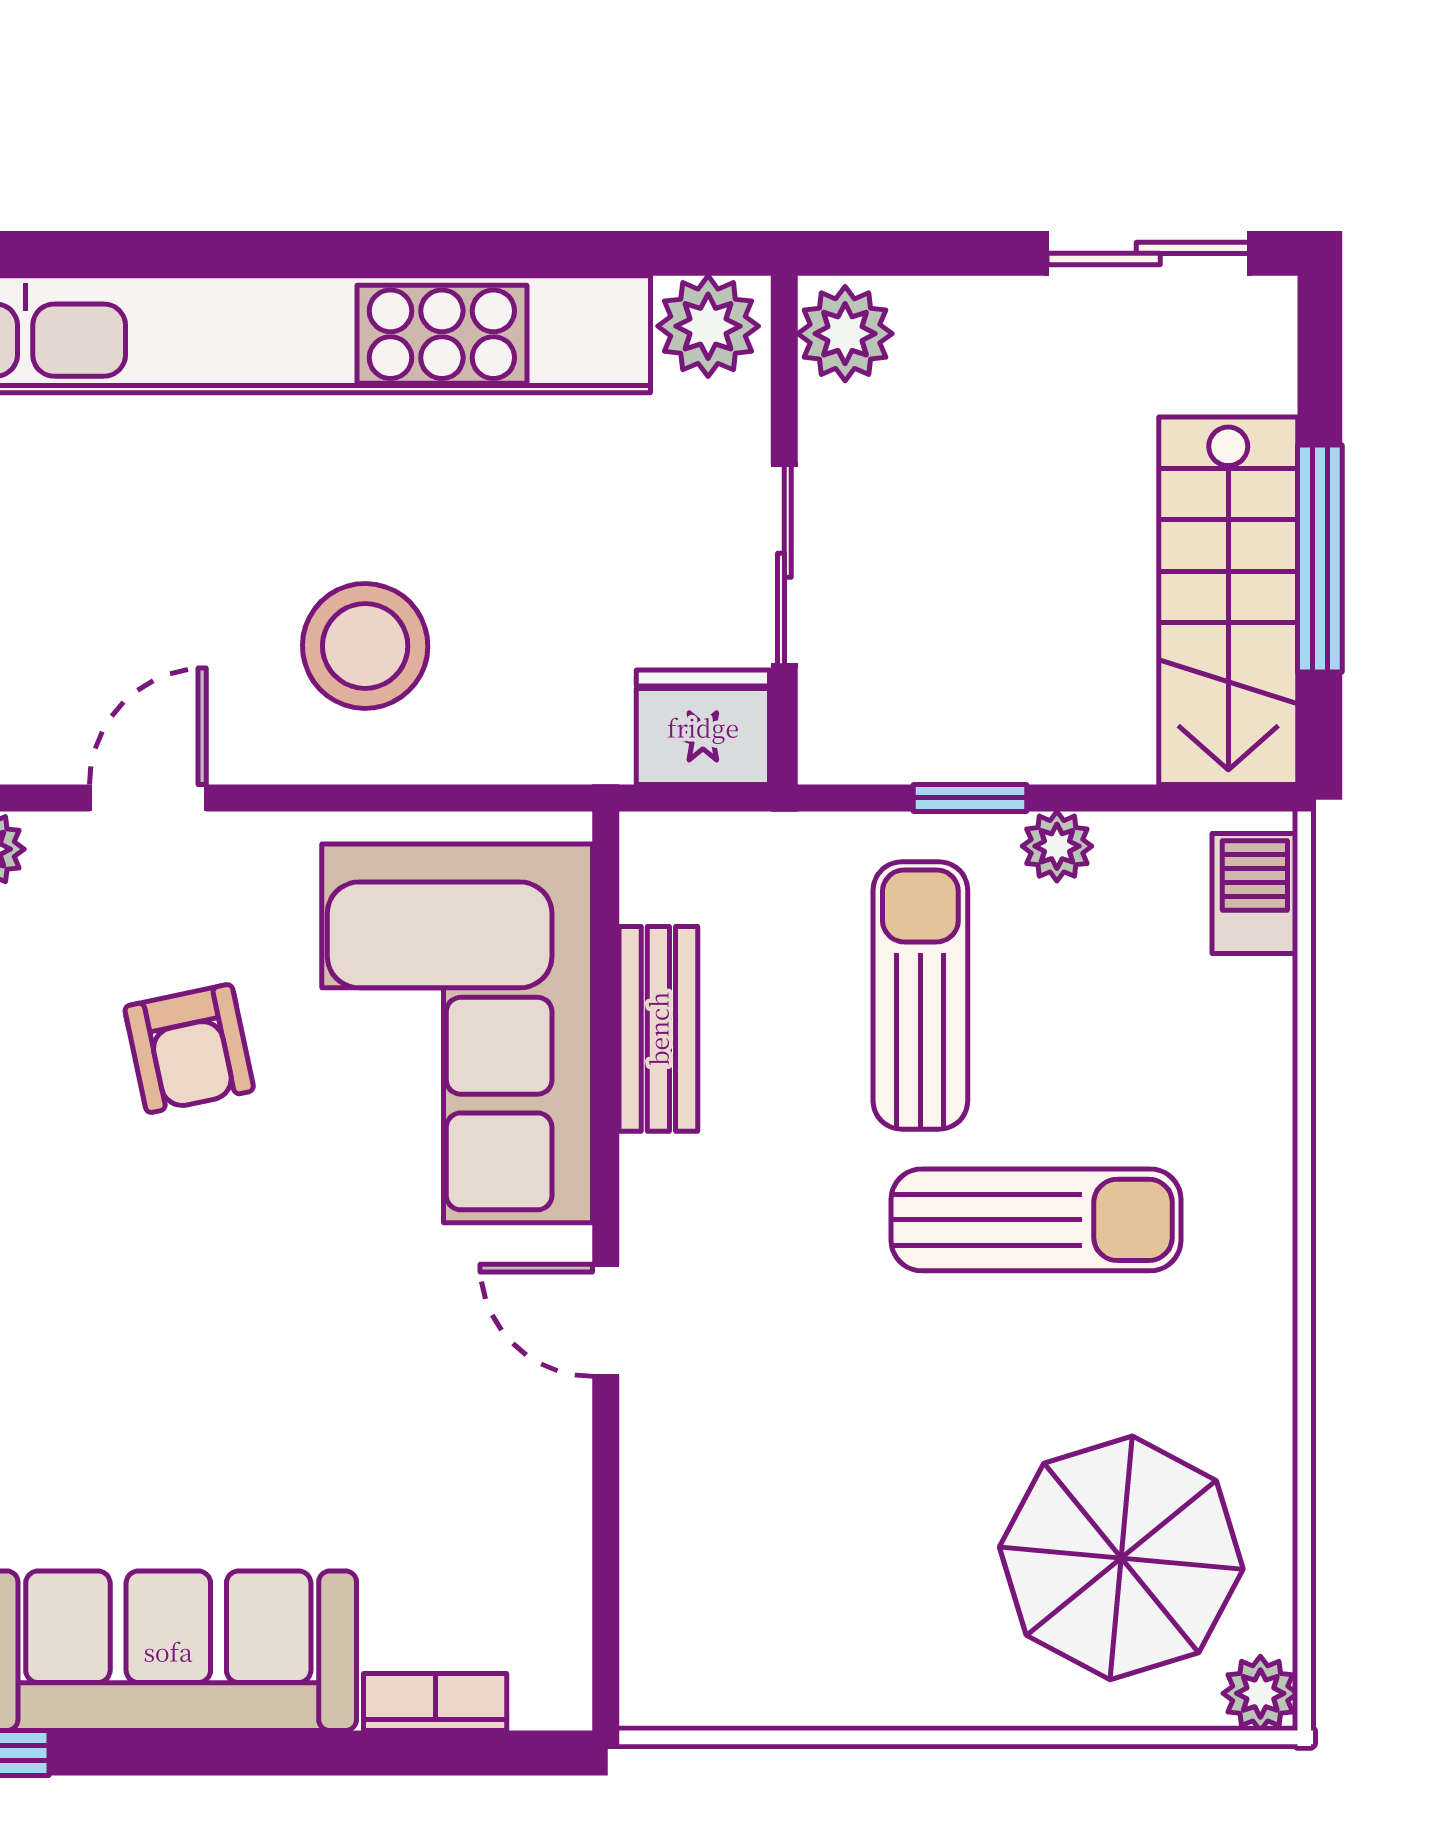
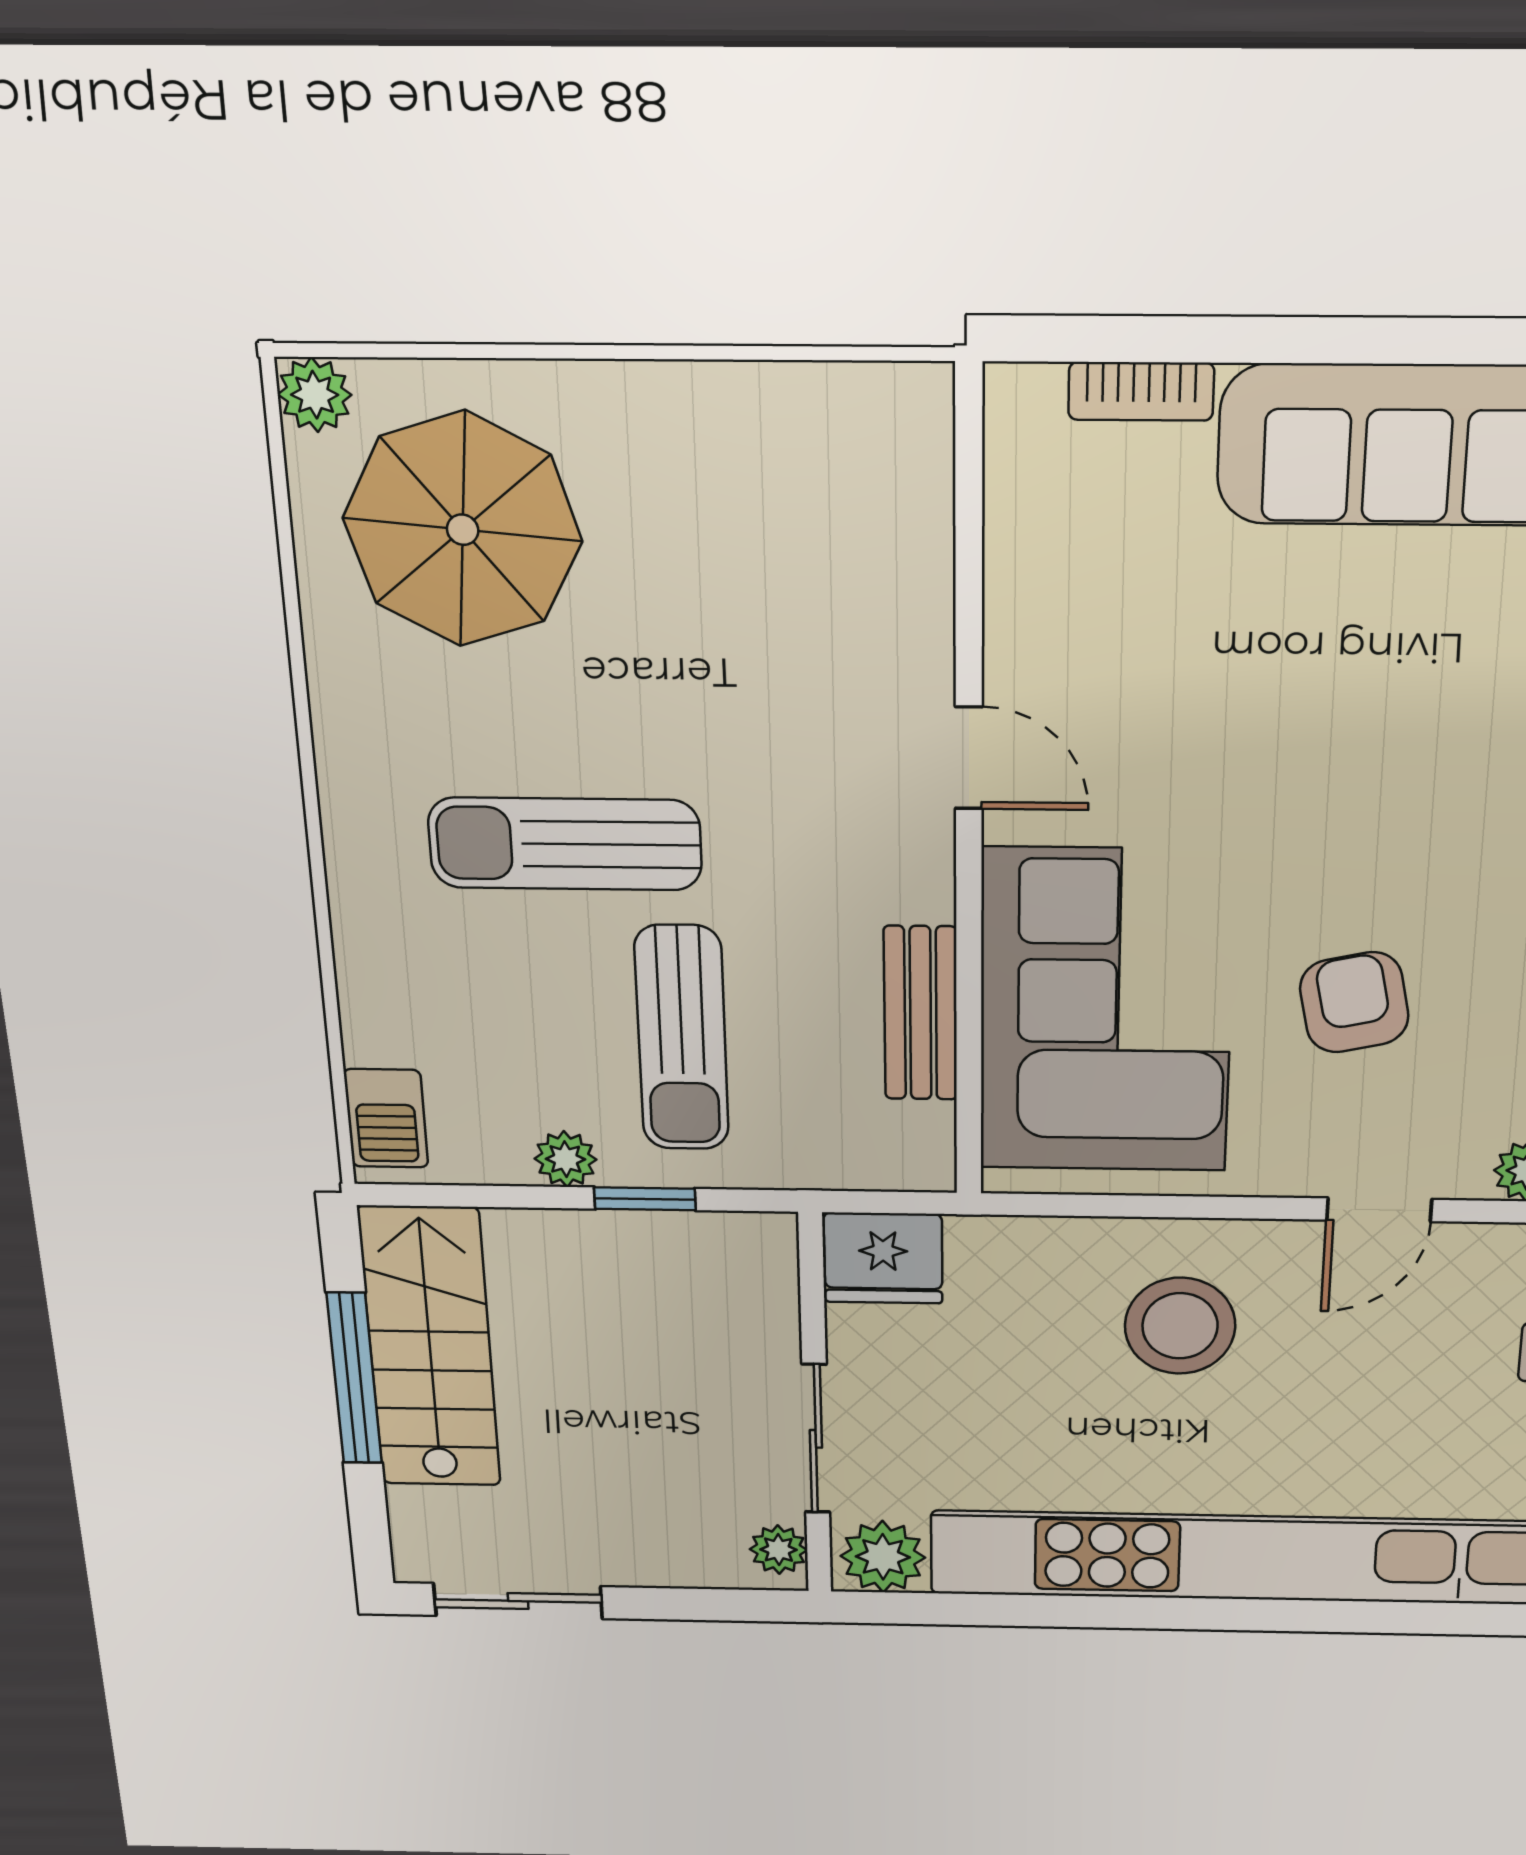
plant: (845, 334) -> (779, 1550), width x0.73, depth x0.73
sliding door: (784, 565) -> (816, 1439), moved

